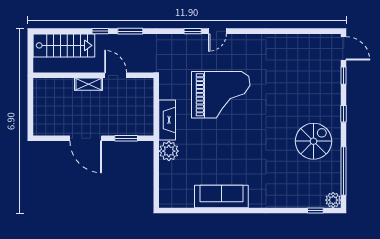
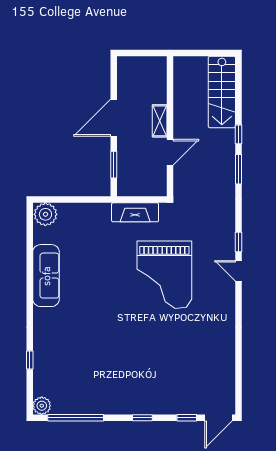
wall: (93, 75) -> (170, 126), moved
door: (116, 75) -> (170, 152), moved
shelving: (89, 84) -> (160, 121), moved
spiral stairs: (313, 141) -> (110, 383), removed
plant: (169, 151) -> (45, 214), moved
window: (315, 210) -> (30, 360), moved

